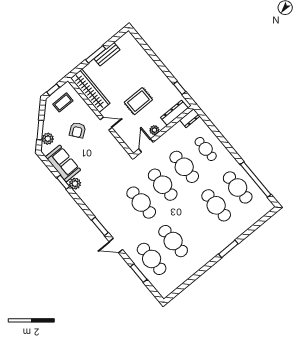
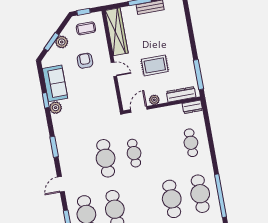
window: (180, 88) -> (199, 75), width x2.17
armchair: (77, 130) -> (85, 61), turned 127
plant: (48, 139) -> (62, 42), moved
cafe table: (184, 167) -> (162, 148), removed
cafe table: (163, 185) -> (134, 153), width x0.73, depth x0.74
window: (100, 226) -> (54, 147), moved
door: (116, 246) -> (61, 184), hinge flipped

